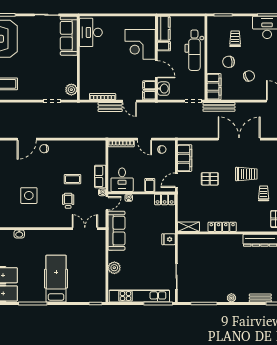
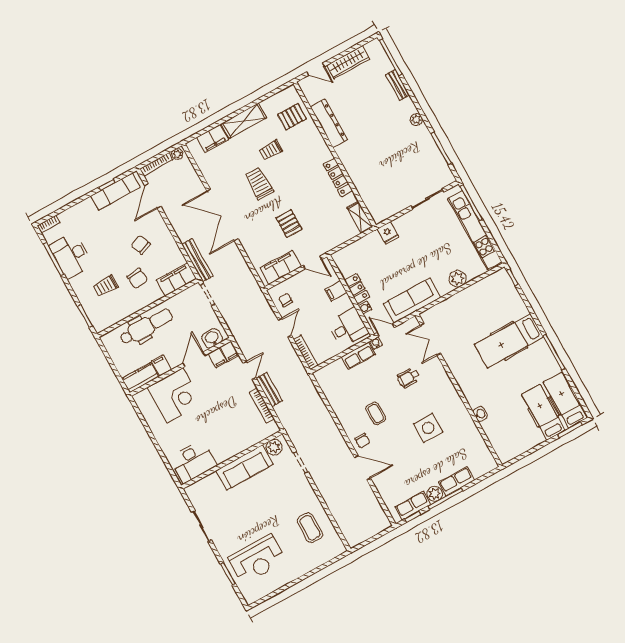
sofa: (69, 36) -> (244, 468), moved
coffee table: (72, 179) -> (376, 413), moved
locker: (165, 199) -> (357, 289), moved

